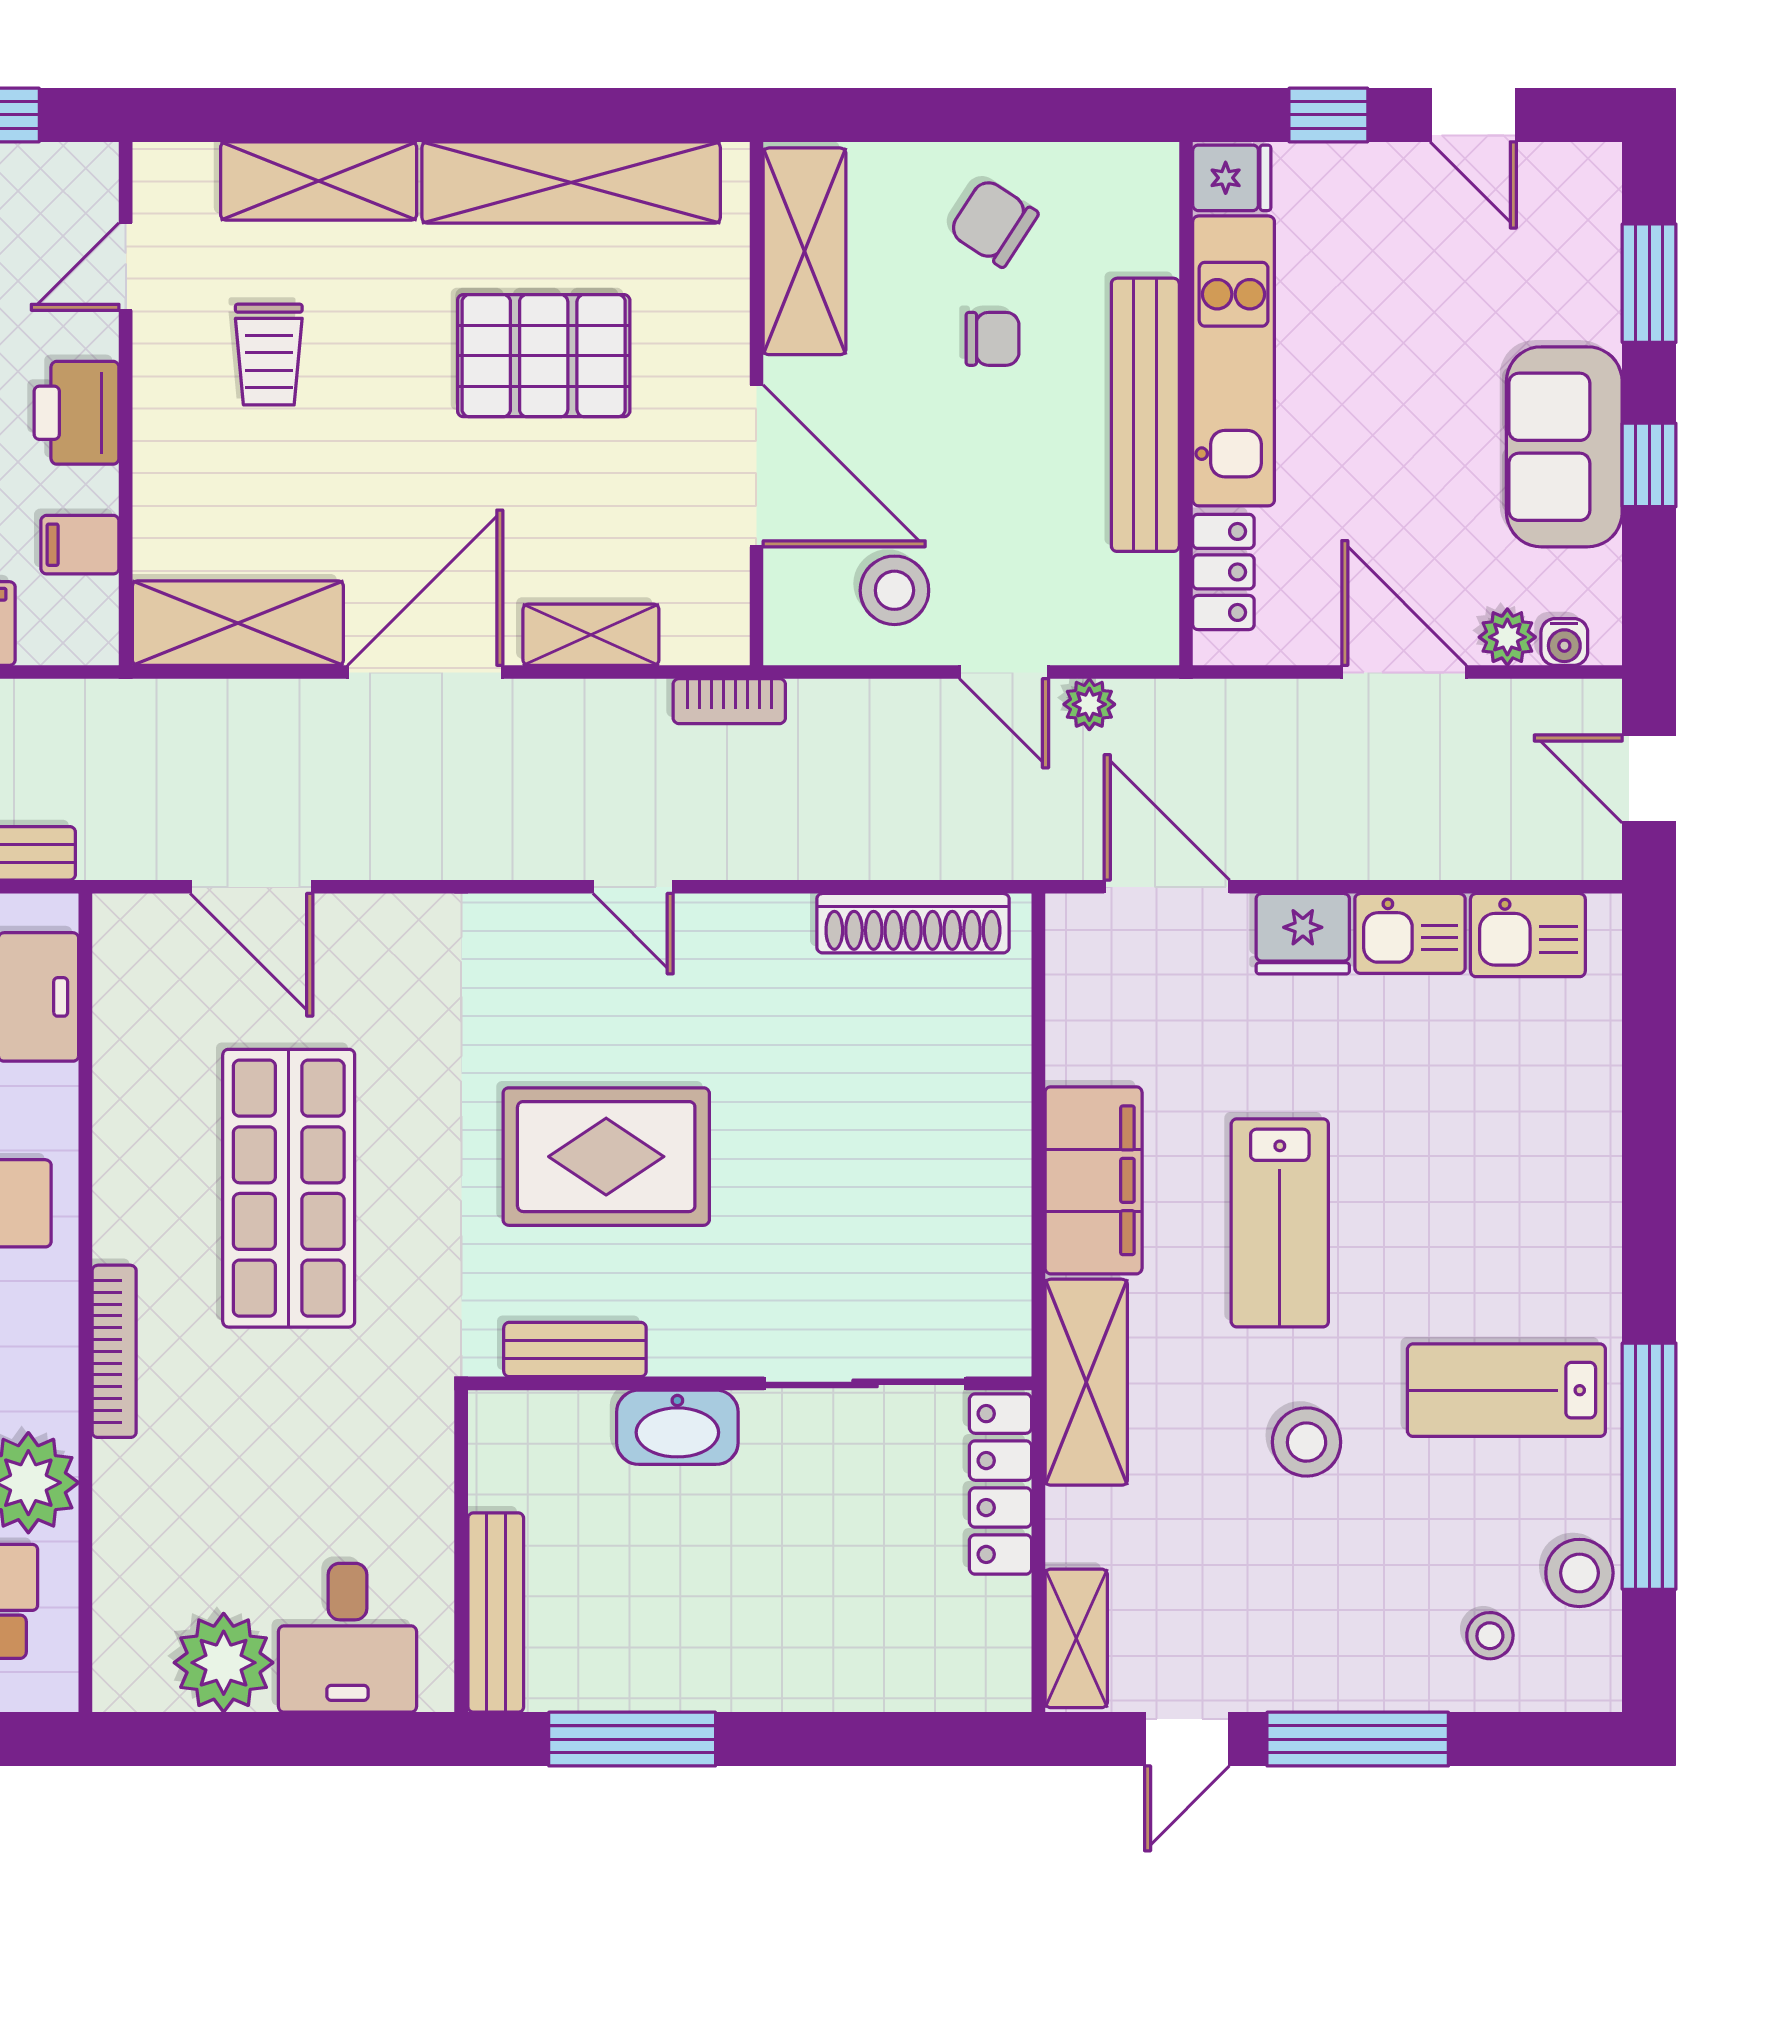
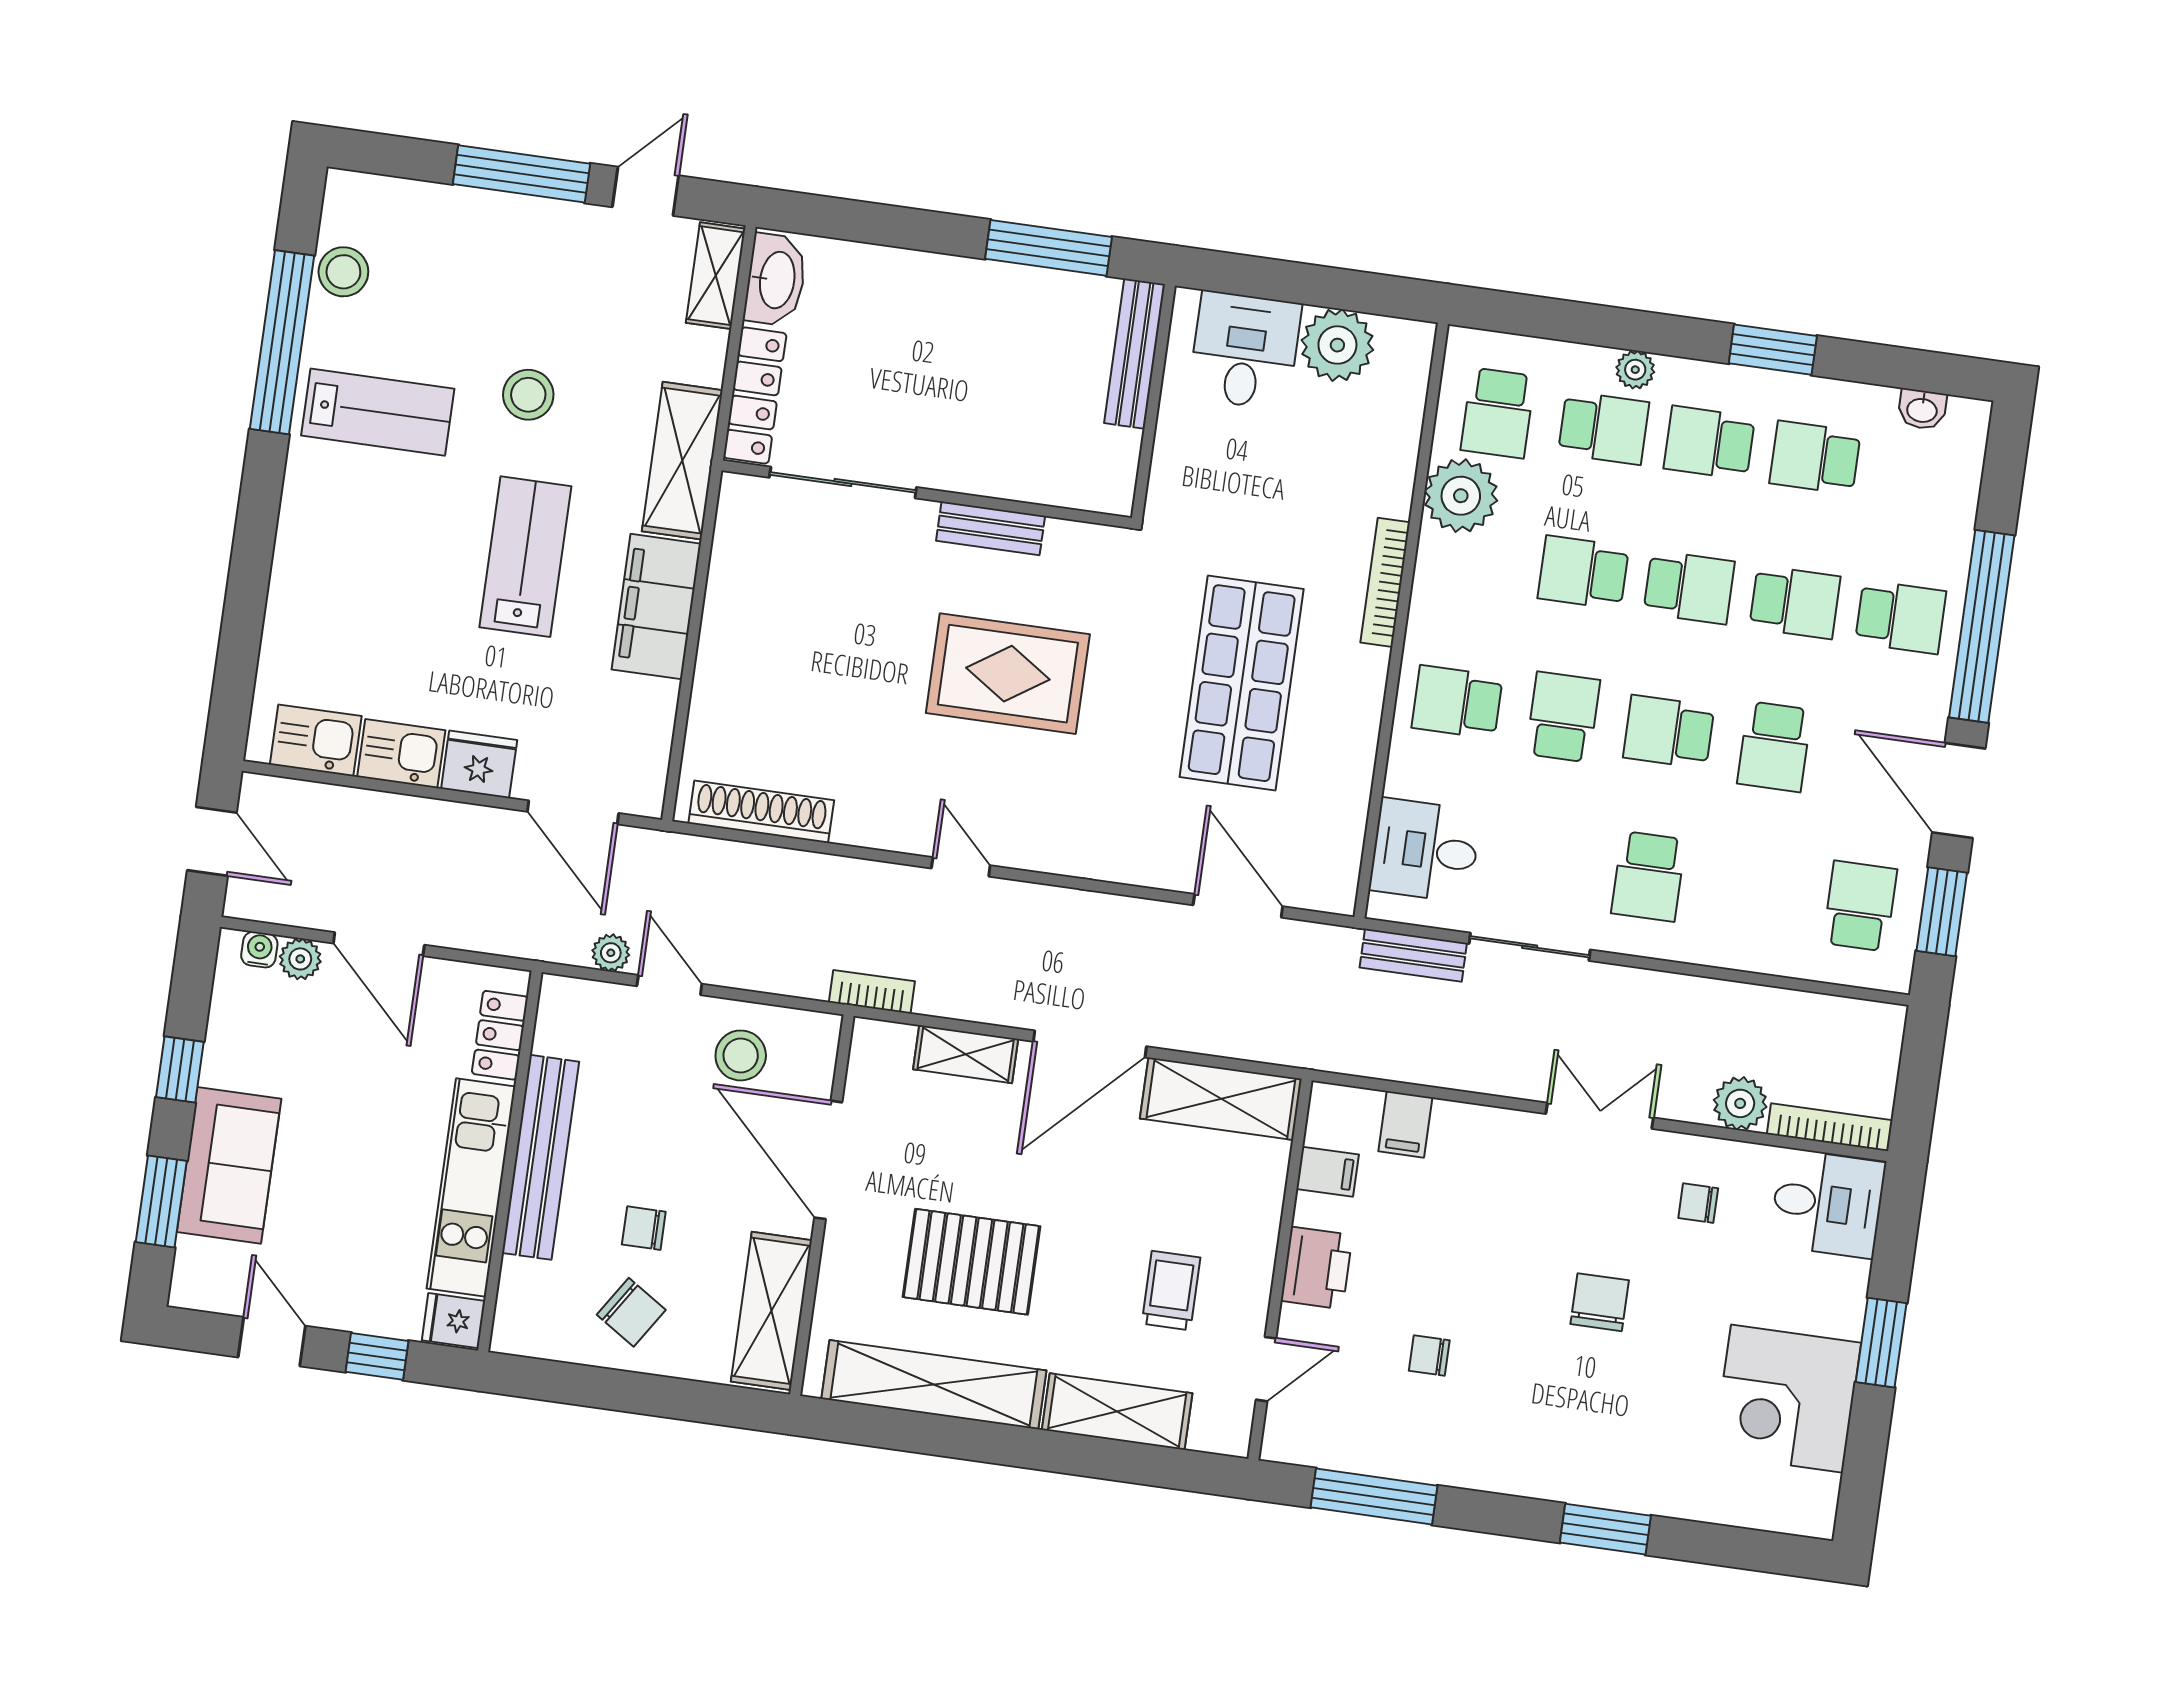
sofa: (1564, 447) -> (229, 1165), moved
bench: (575, 1349) -> (991, 528), moved
washbasin: (677, 1427) -> (776, 280), moved, turned 90
stool: (1490, 1636) -> (415, 235), removed

